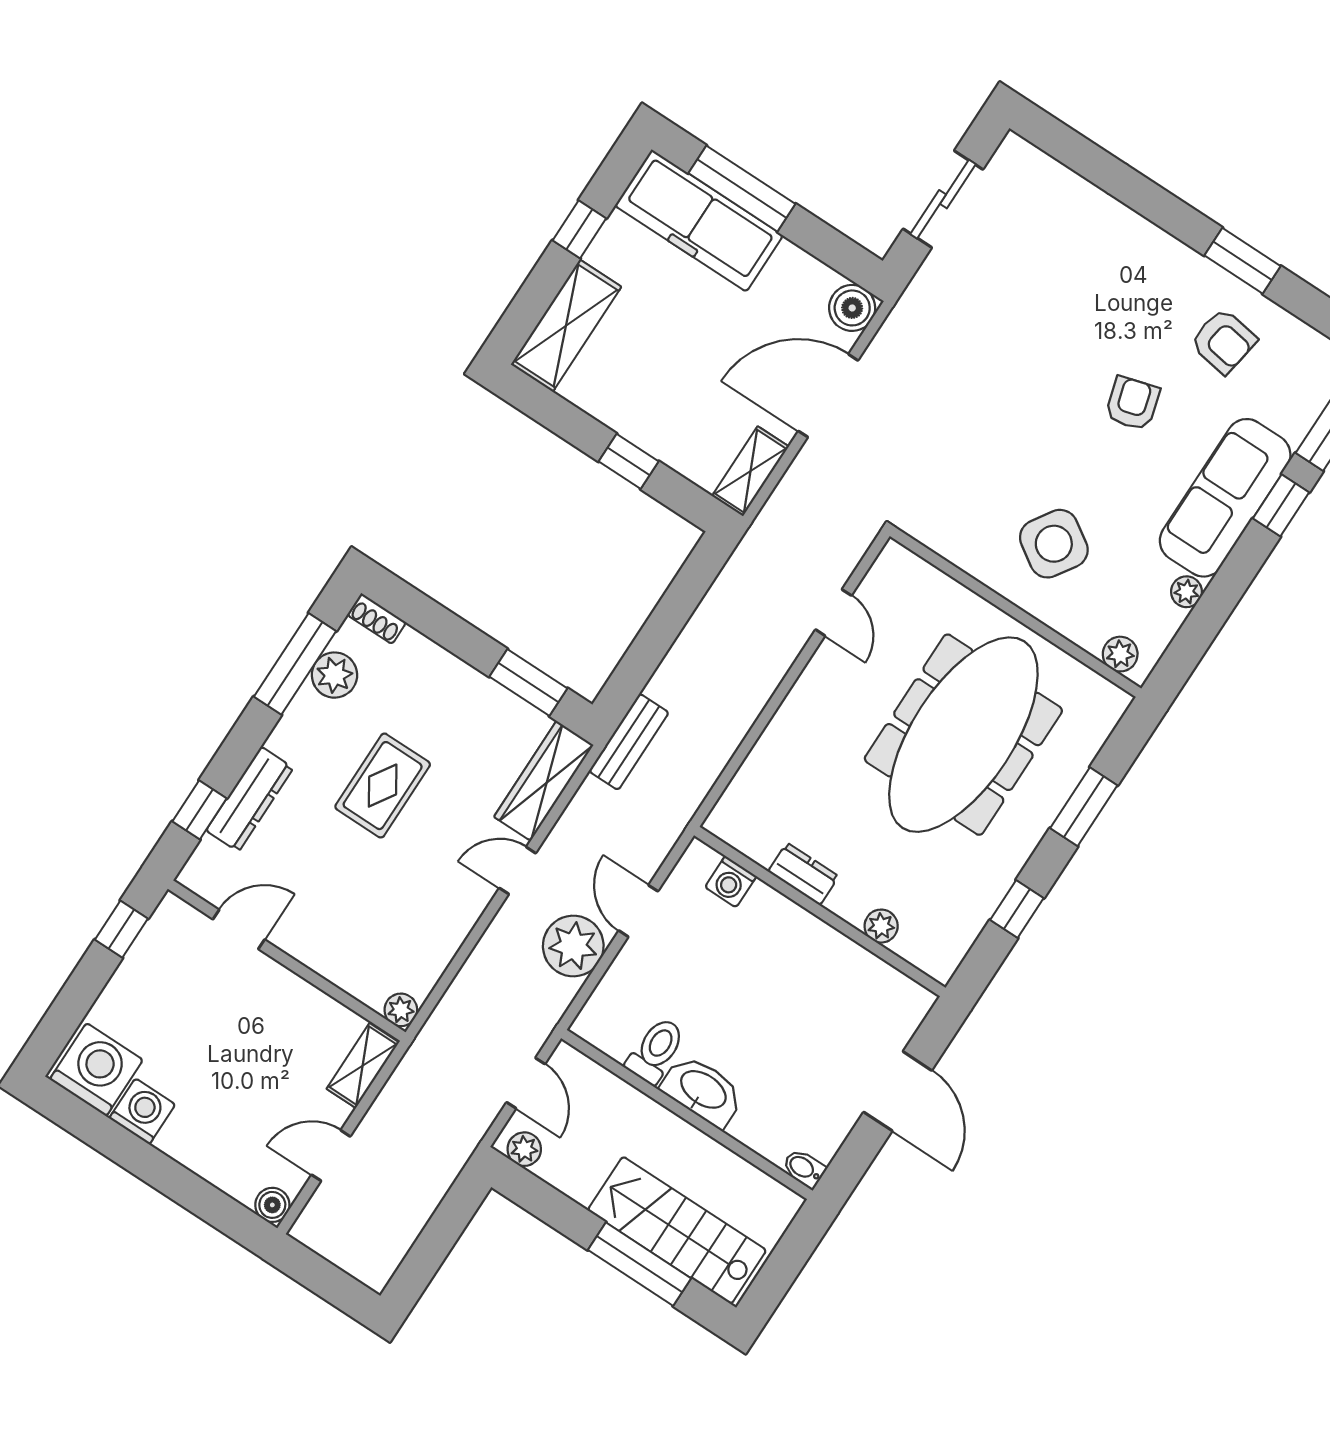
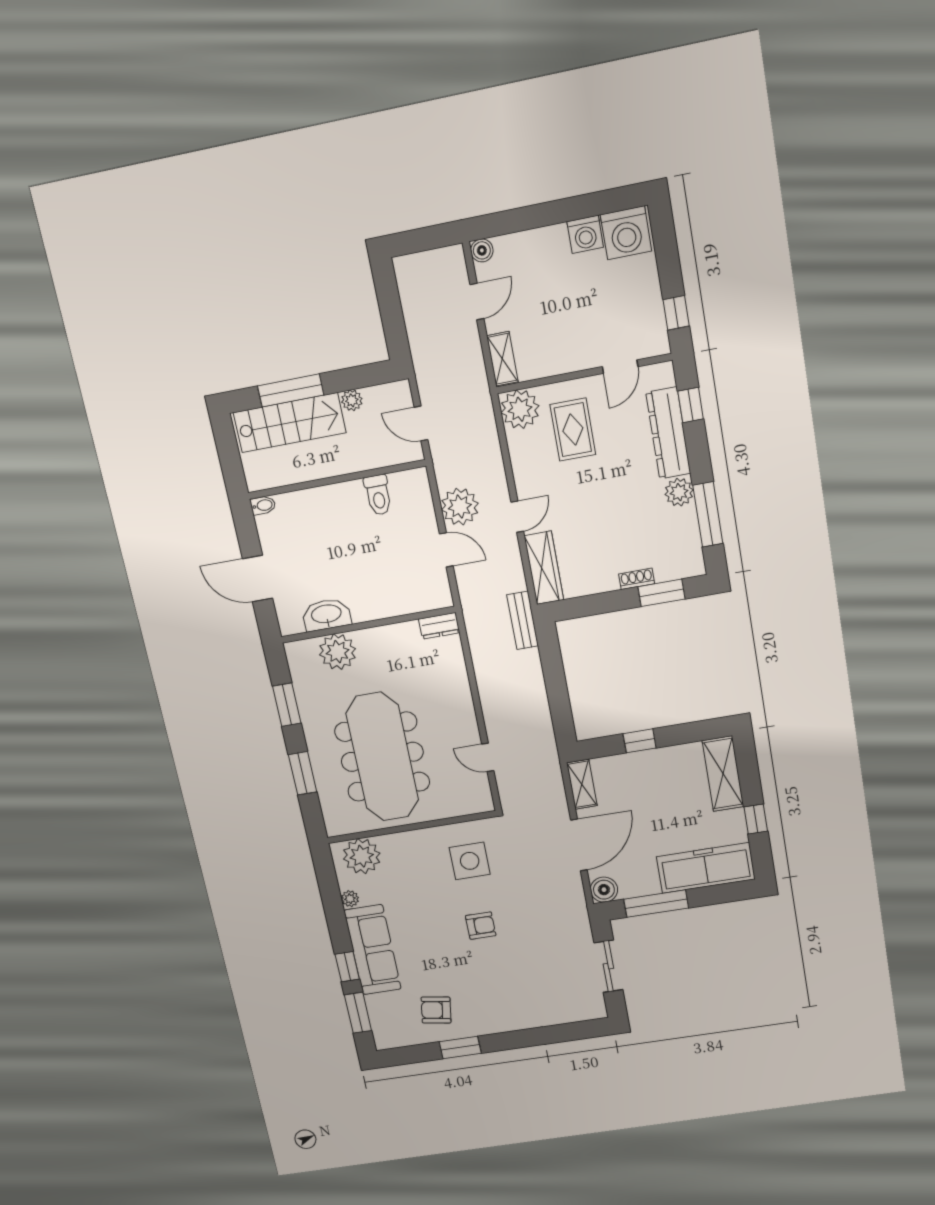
window: (742, 189) -> (656, 904), moved
armchair: (1132, 403) -> (481, 926), moved, turned -74
side table: (1054, 544) -> (470, 861), moved, turned -33
shoe rack: (377, 619) -> (637, 579), moved
plant: (1120, 654) -> (362, 856), width x1.88, depth x1.88
plant: (334, 675) -> (679, 492), moved
window: (528, 683) -> (662, 593), moved
rug: (383, 786) -> (573, 430), moved
dresser: (250, 799) -> (668, 433), width x1.37, depth x1.24
dresser: (803, 874) -> (439, 626), moved
washing machine: (731, 882) -> (419, 601), removed
window: (1017, 909) -> (287, 705), width x1.50
plant: (881, 926) -> (338, 652), width x1.88, depth x1.88
plant: (401, 1010) -> (520, 409), width x1.87, depth x1.87
washbasin: (703, 1091) -> (326, 615), moved, turned 180
plant: (524, 1149) -> (352, 400), moved

